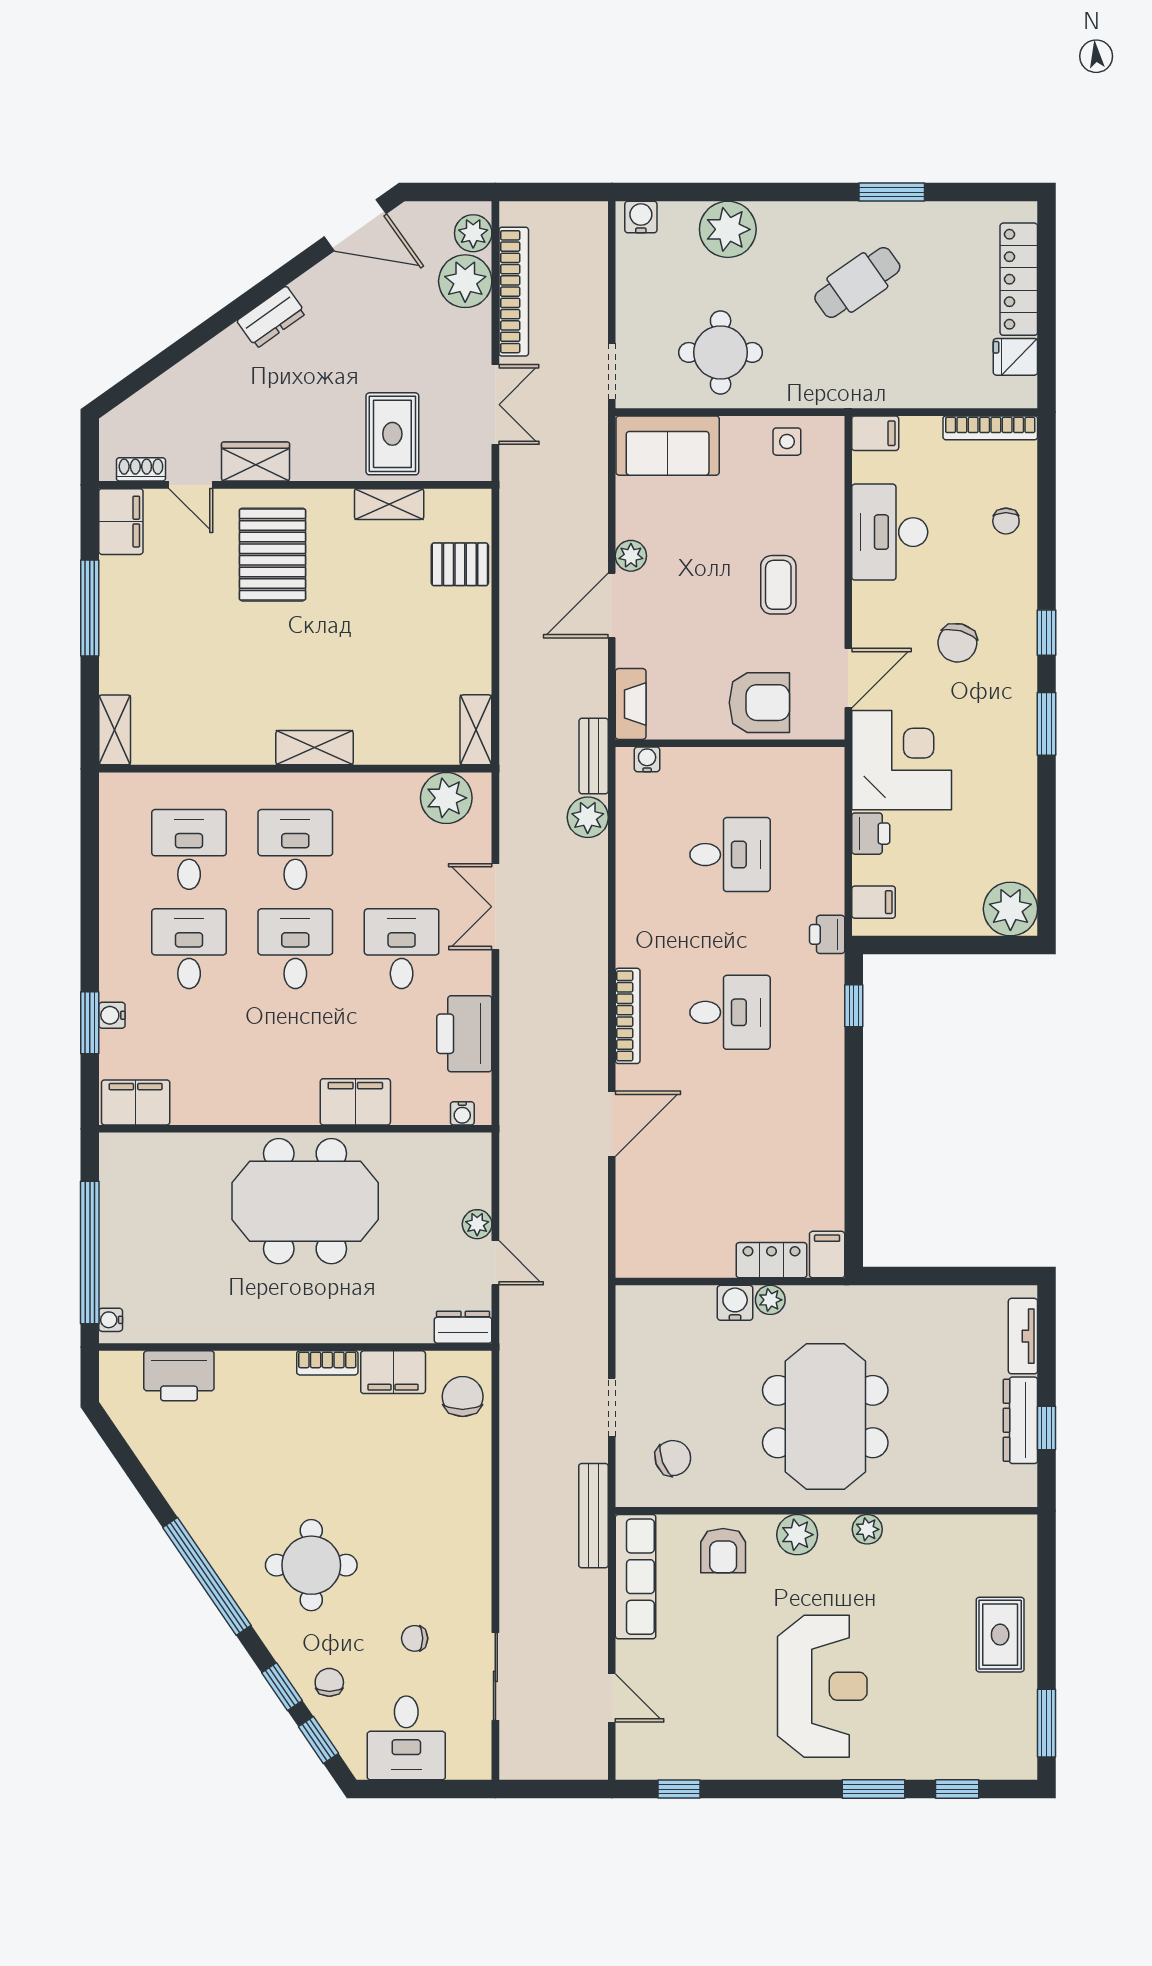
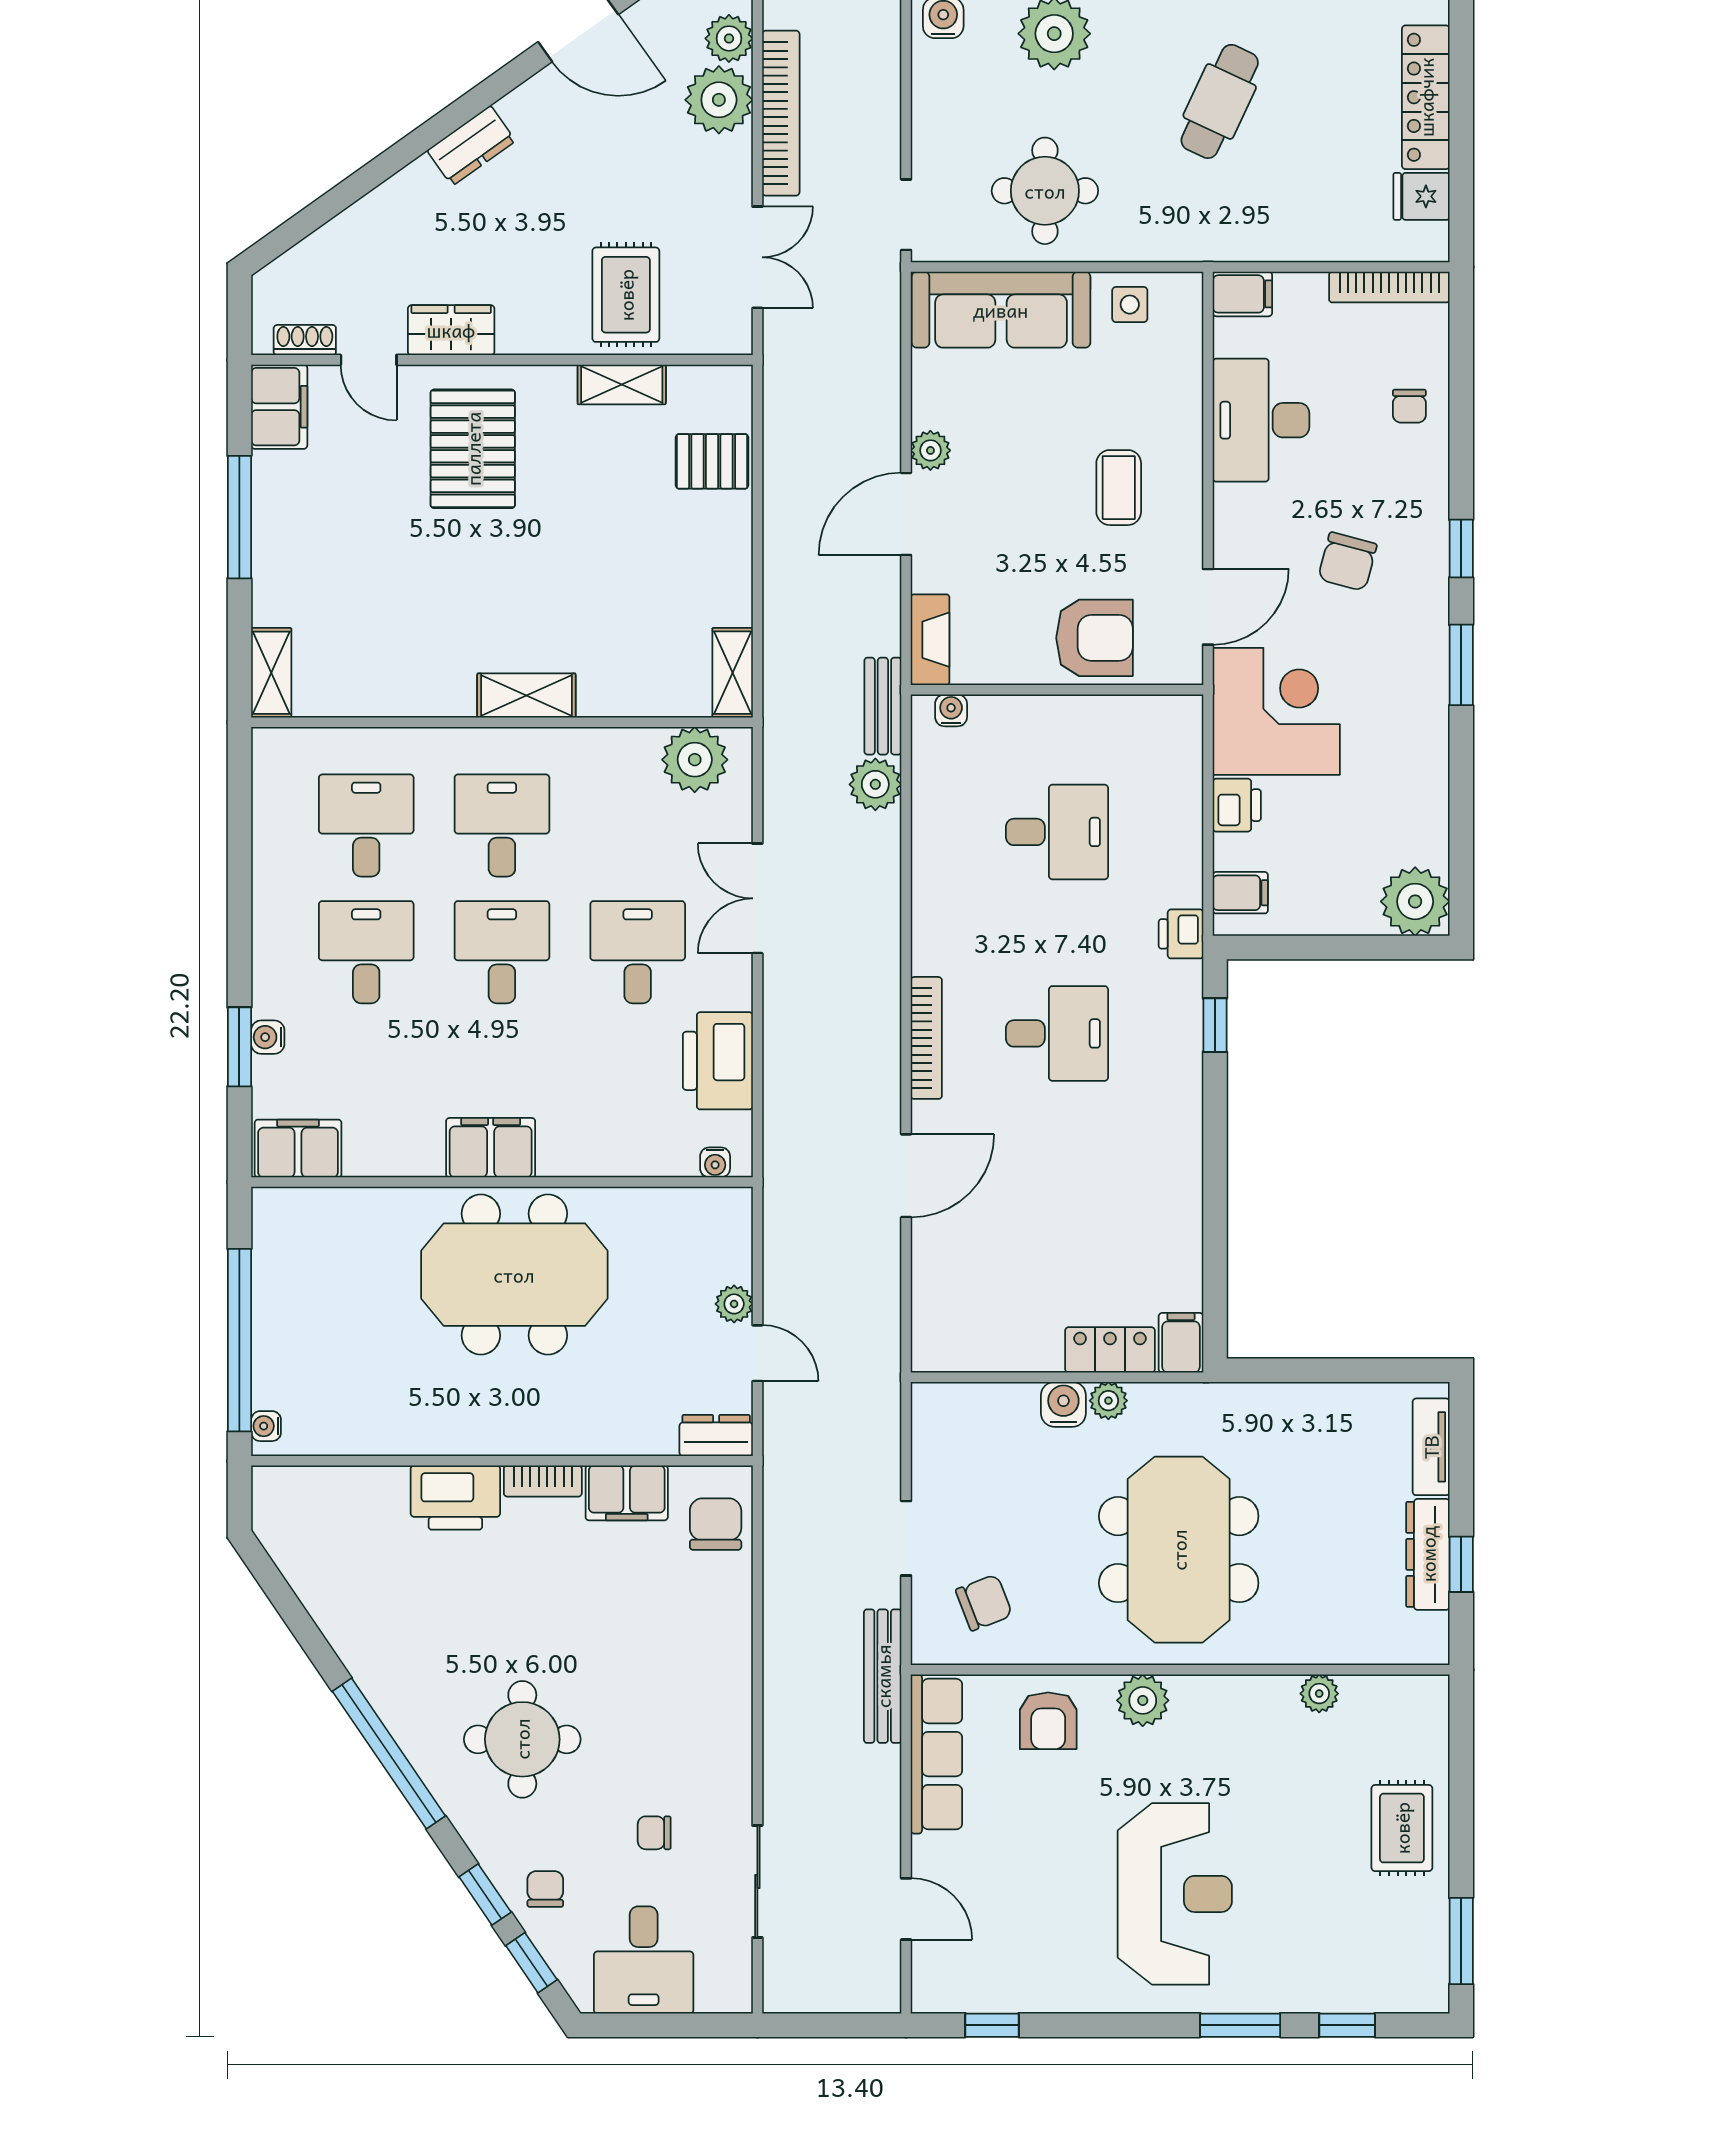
cafe table: (857, 283) -> (1220, 101), turned -30
sofa: (668, 446) -> (1001, 310), width x1.36
filing cabinet: (355, 1102) -> (491, 1148), moved
printer: (179, 1376) -> (455, 1498), moved
plant: (867, 1529) -> (1319, 1694), moved

